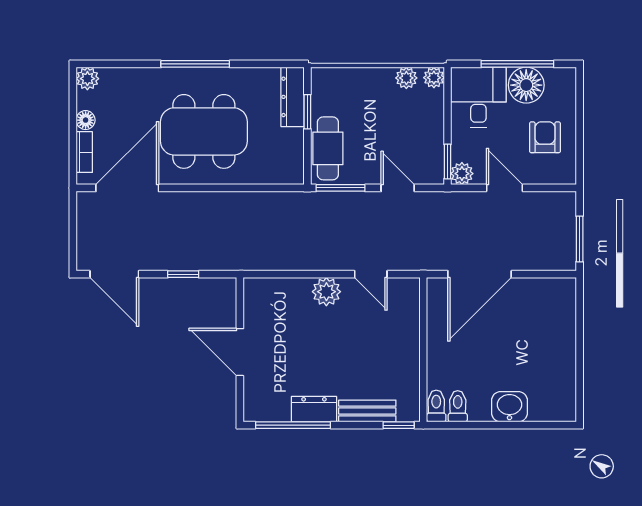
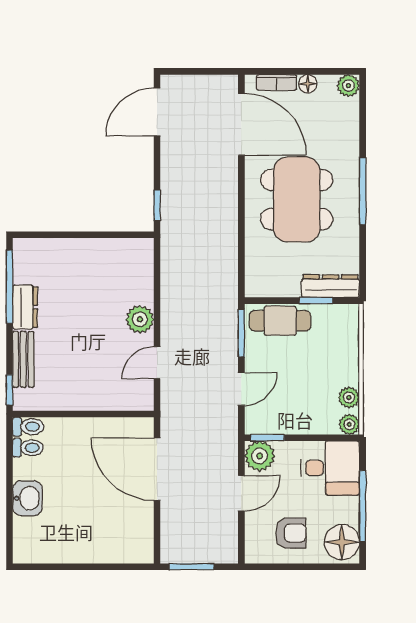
floor lamp: (526, 85) -> (342, 542), moved
plant: (462, 174) -> (260, 456), width x1.38, depth x1.38
window: (183, 274) -> (157, 205), moved
door: (240, 352) -> (81, 235), removed

